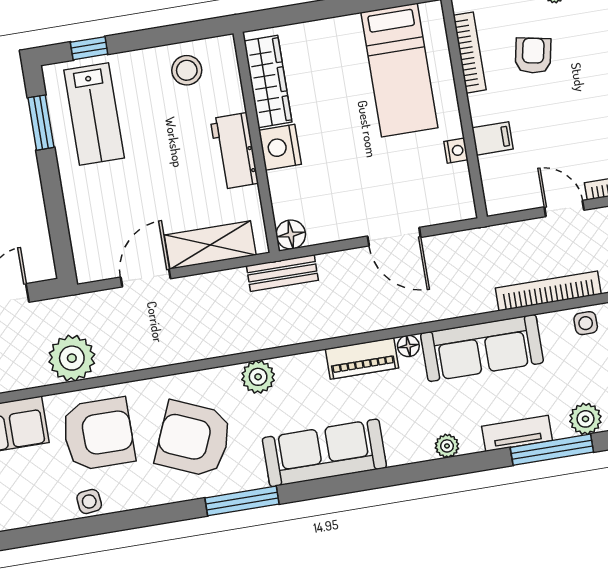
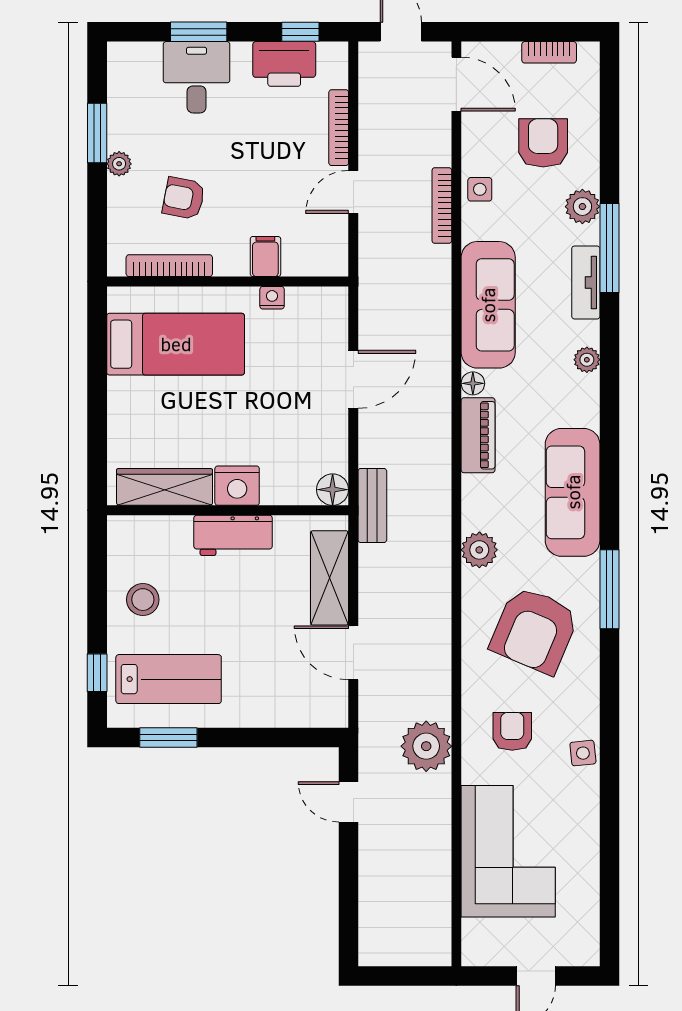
stool: (187, 70) -> (143, 600), moved
bookcase: (548, 291) -> (442, 206), width x0.68, depth x0.76
armchair: (98, 434) -> (512, 731), width x0.53, depth x0.53

